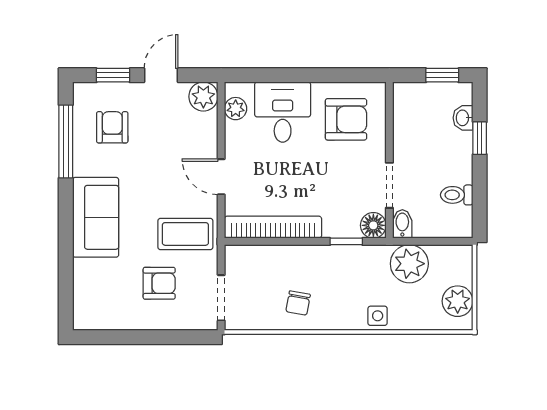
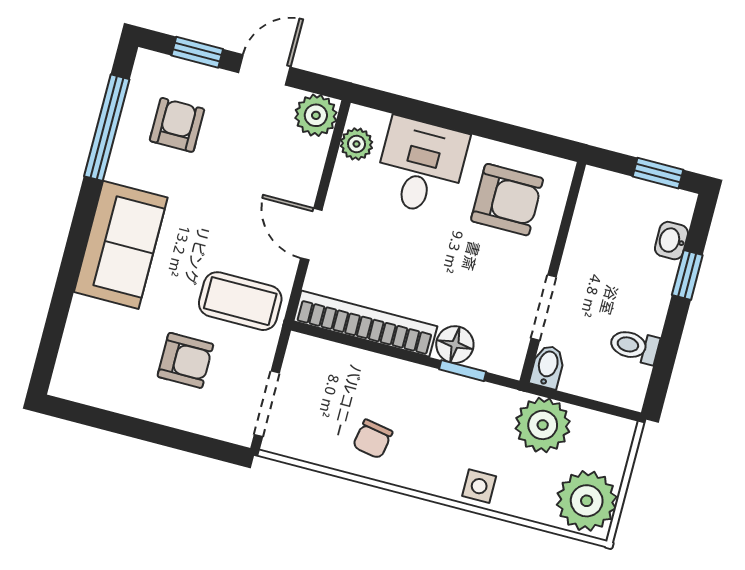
floor lamp: (373, 225) -> (455, 345), moved
plant: (458, 301) -> (587, 501), width x1.36, depth x1.36

